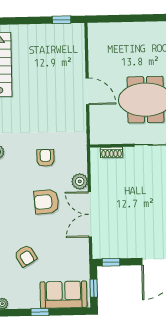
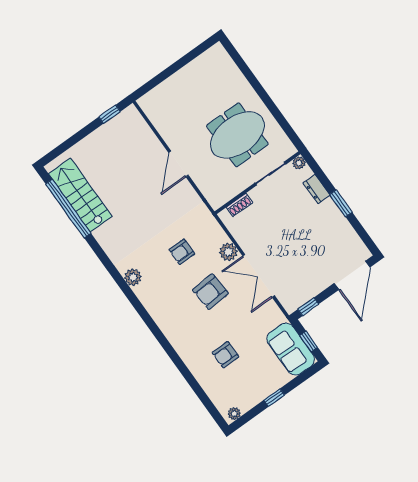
door: (87, 91) -> (178, 164), swing flipped
armchair: (45, 158) -> (182, 252), turned -90
armchair: (26, 256) -> (225, 355), turned 121
sofa: (64, 295) -> (291, 349), moved, turned -90

